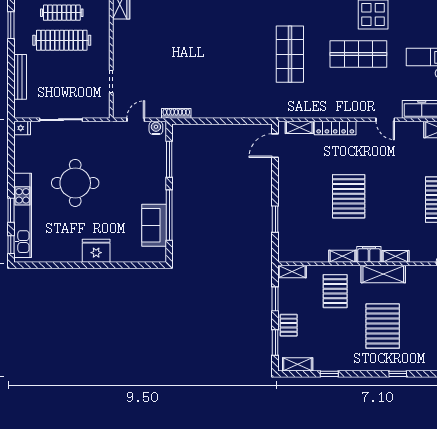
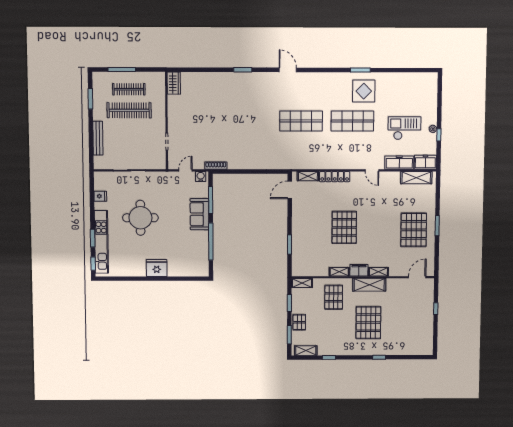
shop shelf: (290, 54) -> (301, 121), turned 90
fridge: (22, 128) -> (100, 196), moved
sofa: (154, 225) -> (199, 214), moved

